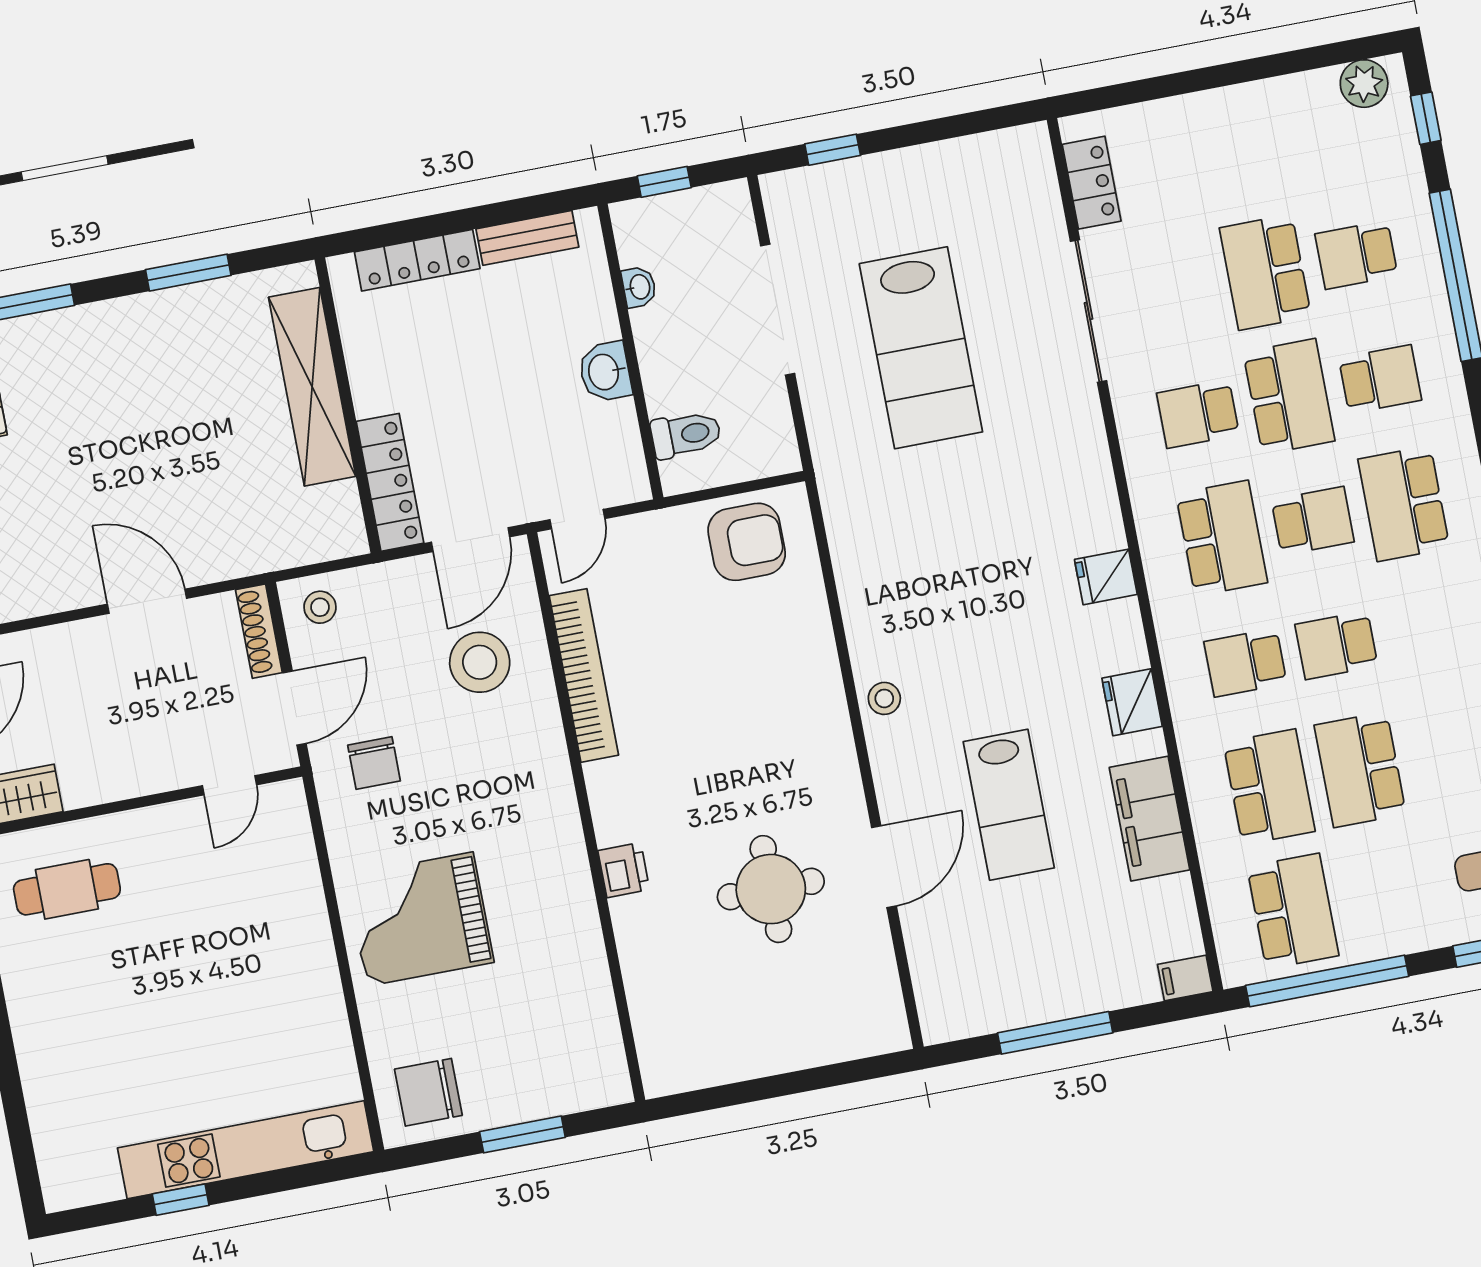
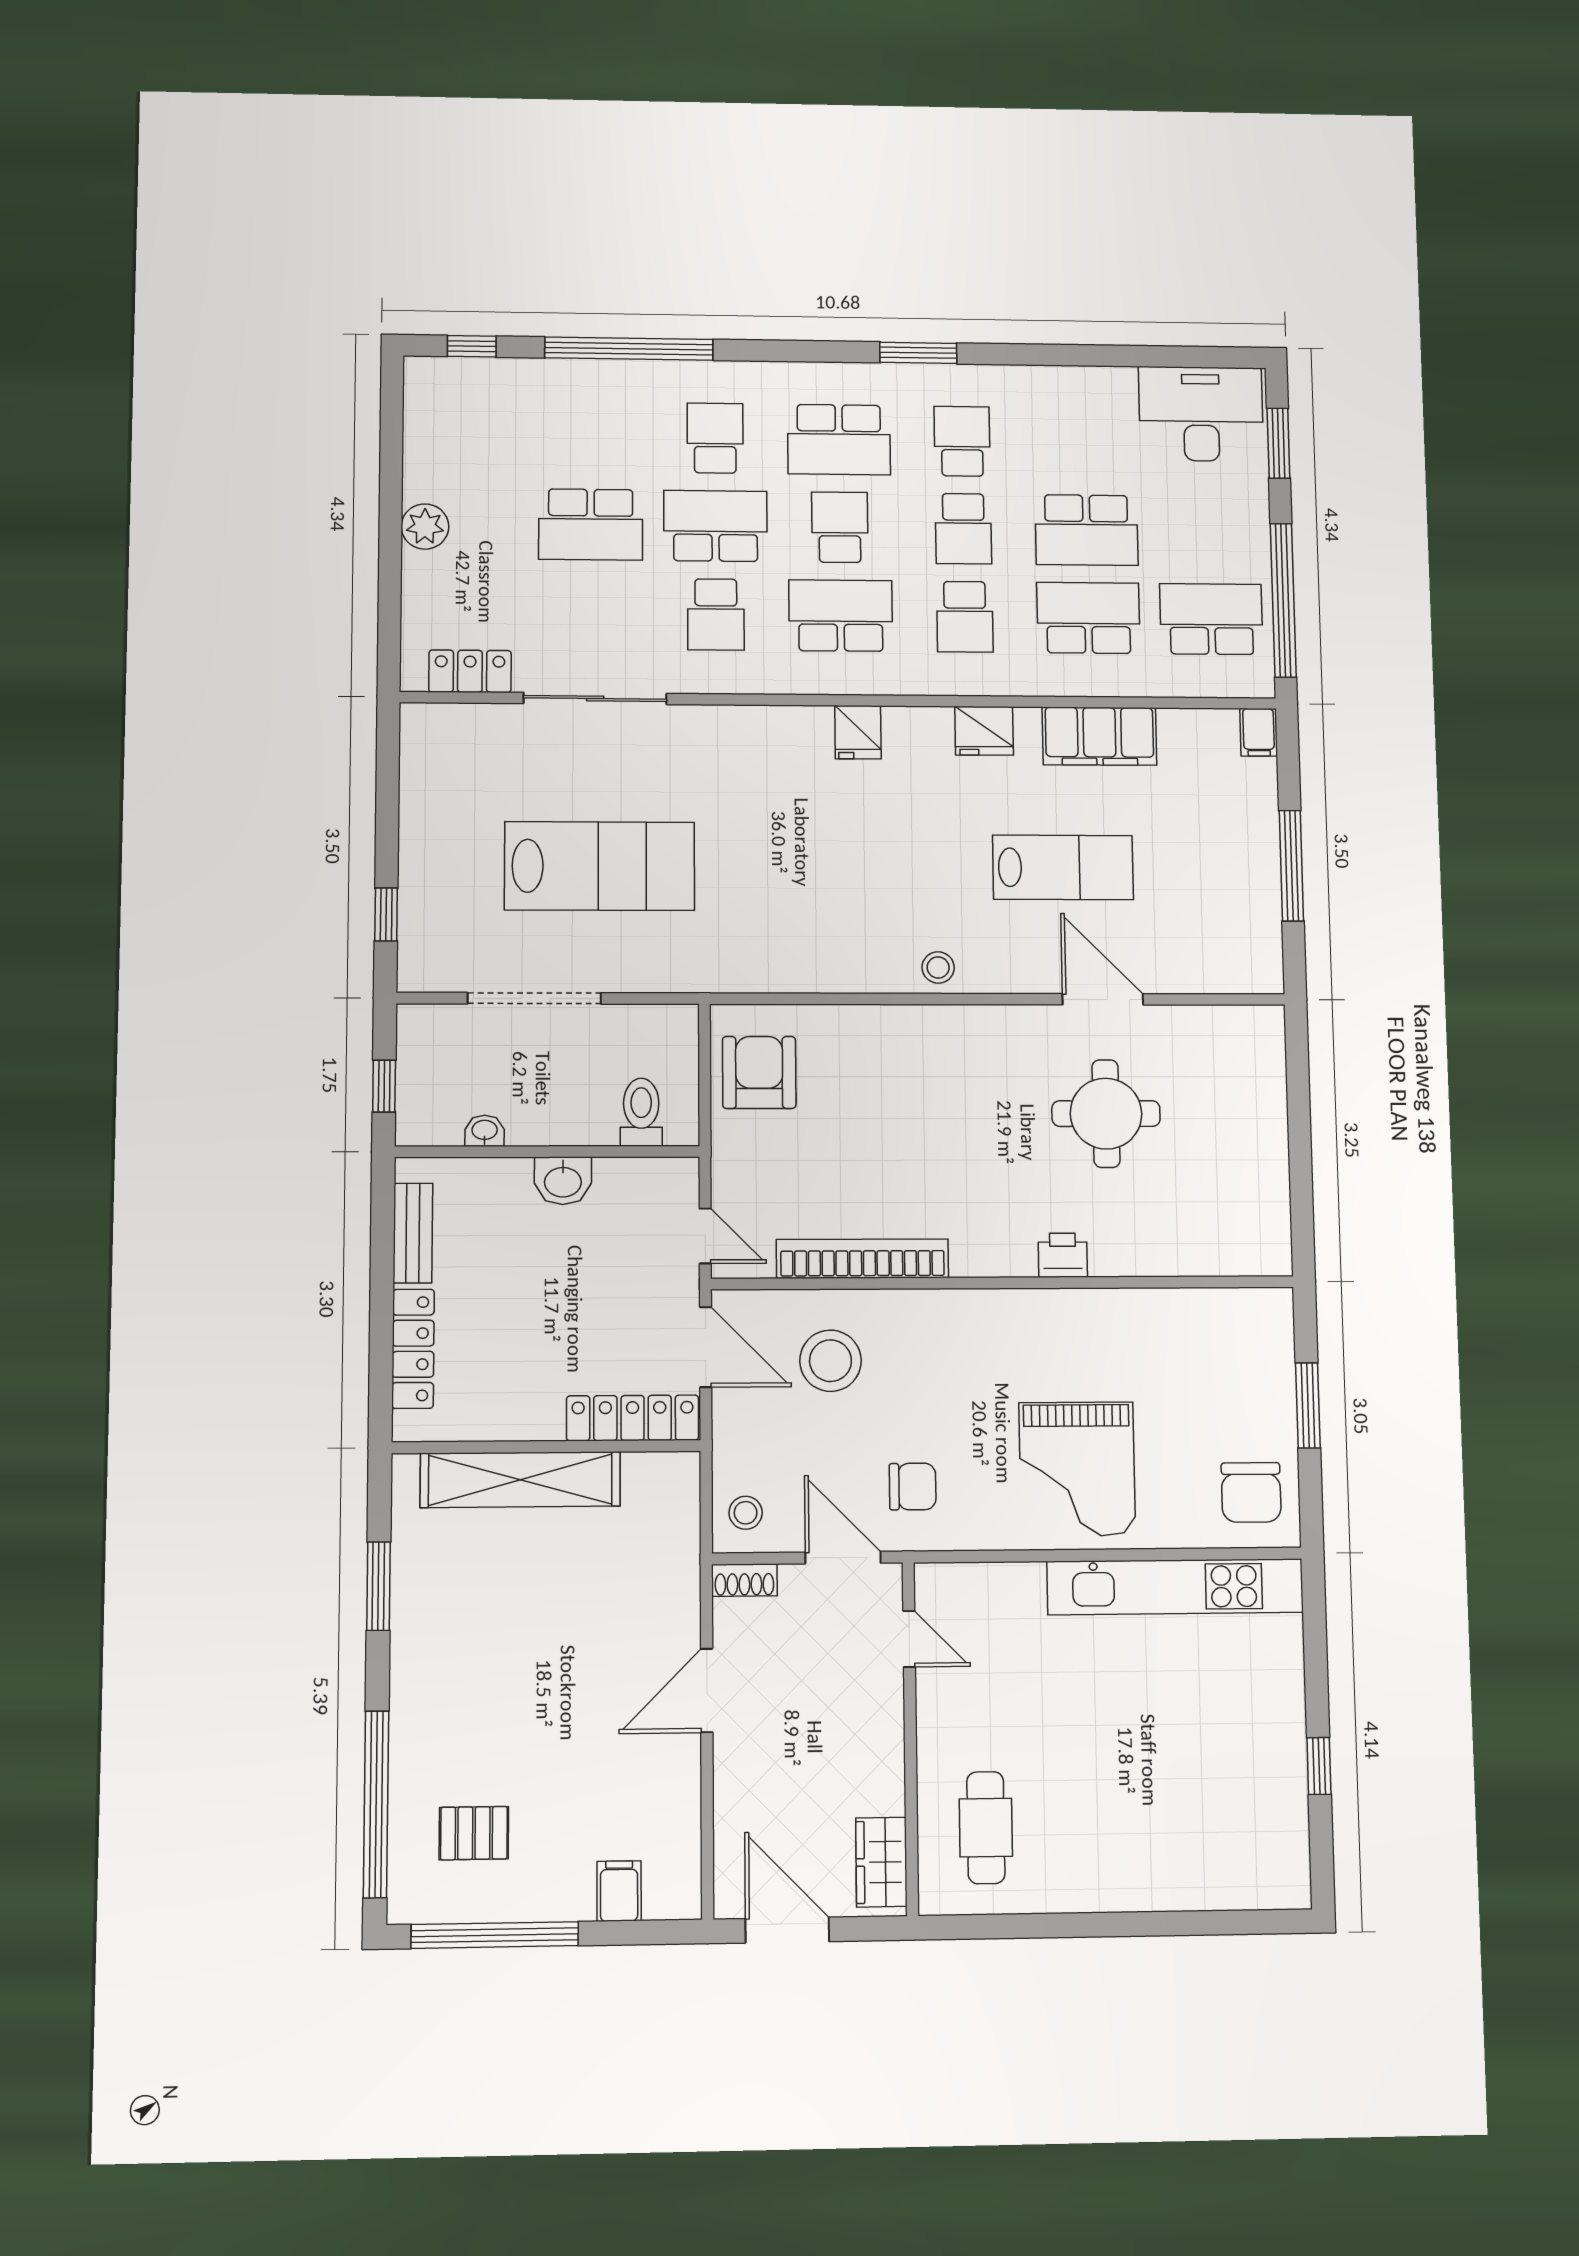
plant: (1364, 84) -> (425, 527), moved
school desk: (1356, 255) -> (962, 441), moved, turned 180
shoe rack: (259, 631) -> (744, 1580), width x0.70
kitchen unit: (246, 1150) -> (1175, 1587), moved, turned -90

